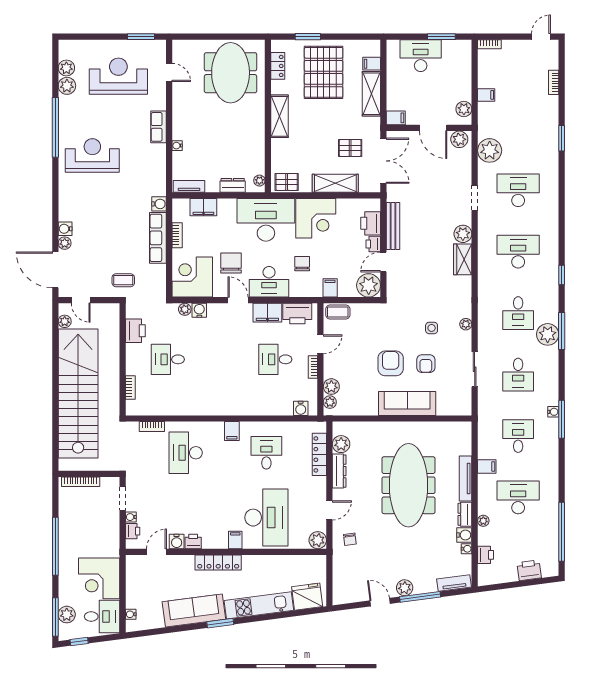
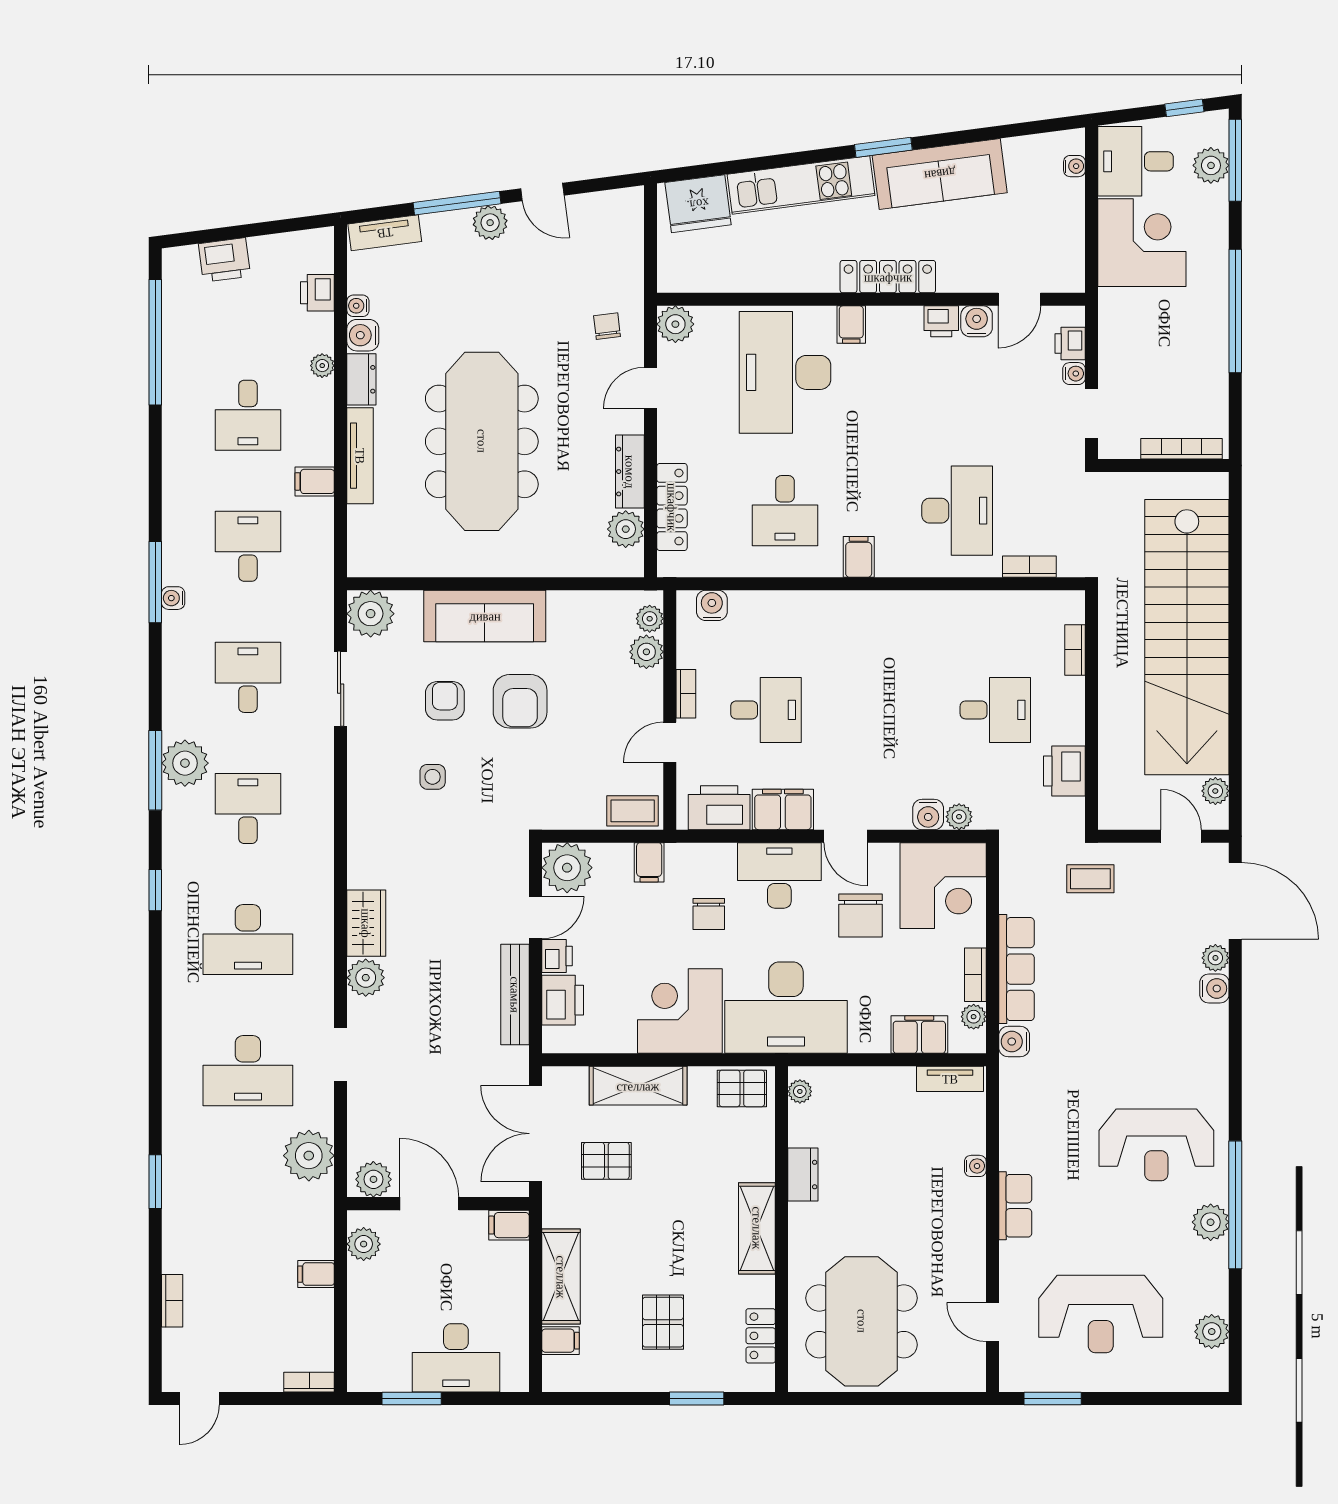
pallet: (324, 72) -> (663, 1322), width x0.49, depth x0.50
plant: (67, 86) -> (1211, 1222), moved
dresser: (233, 185) -> (803, 1175), moved, turned -90
plant: (178, 216) -> (974, 1017), added
plant: (466, 324) -> (371, 614), moved, width x1.87, depth x1.87
desk: (518, 436) -> (248, 546), turned 180
desk: (518, 497) -> (248, 415), width x0.73

